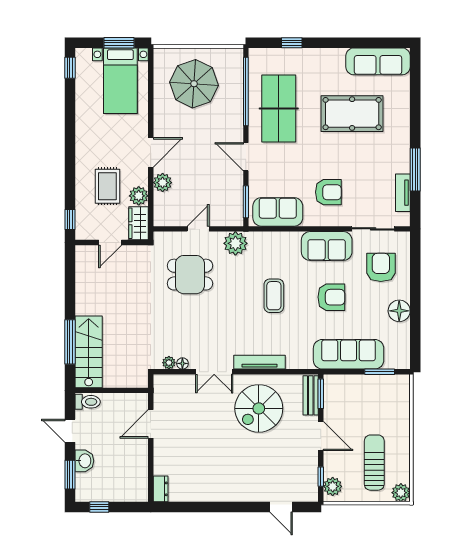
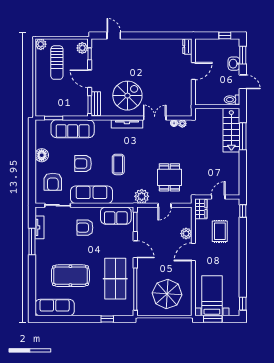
plant: (139, 196) -> (201, 225), removed
sofa: (327, 246) -> (92, 195), width x1.36
dining table: (190, 275) -> (169, 177), turned 90
door: (151, 424) -> (193, 71), moved

